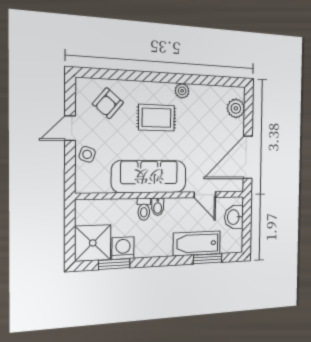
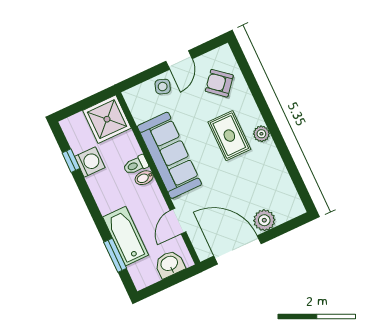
plant: (182, 91) -> (261, 134), moved
plant: (236, 108) -> (264, 220), moved
door: (70, 128) -> (179, 60), swing flipped
shower: (93, 243) -> (107, 119), moved
window: (114, 264) -> (71, 161), width x0.67

